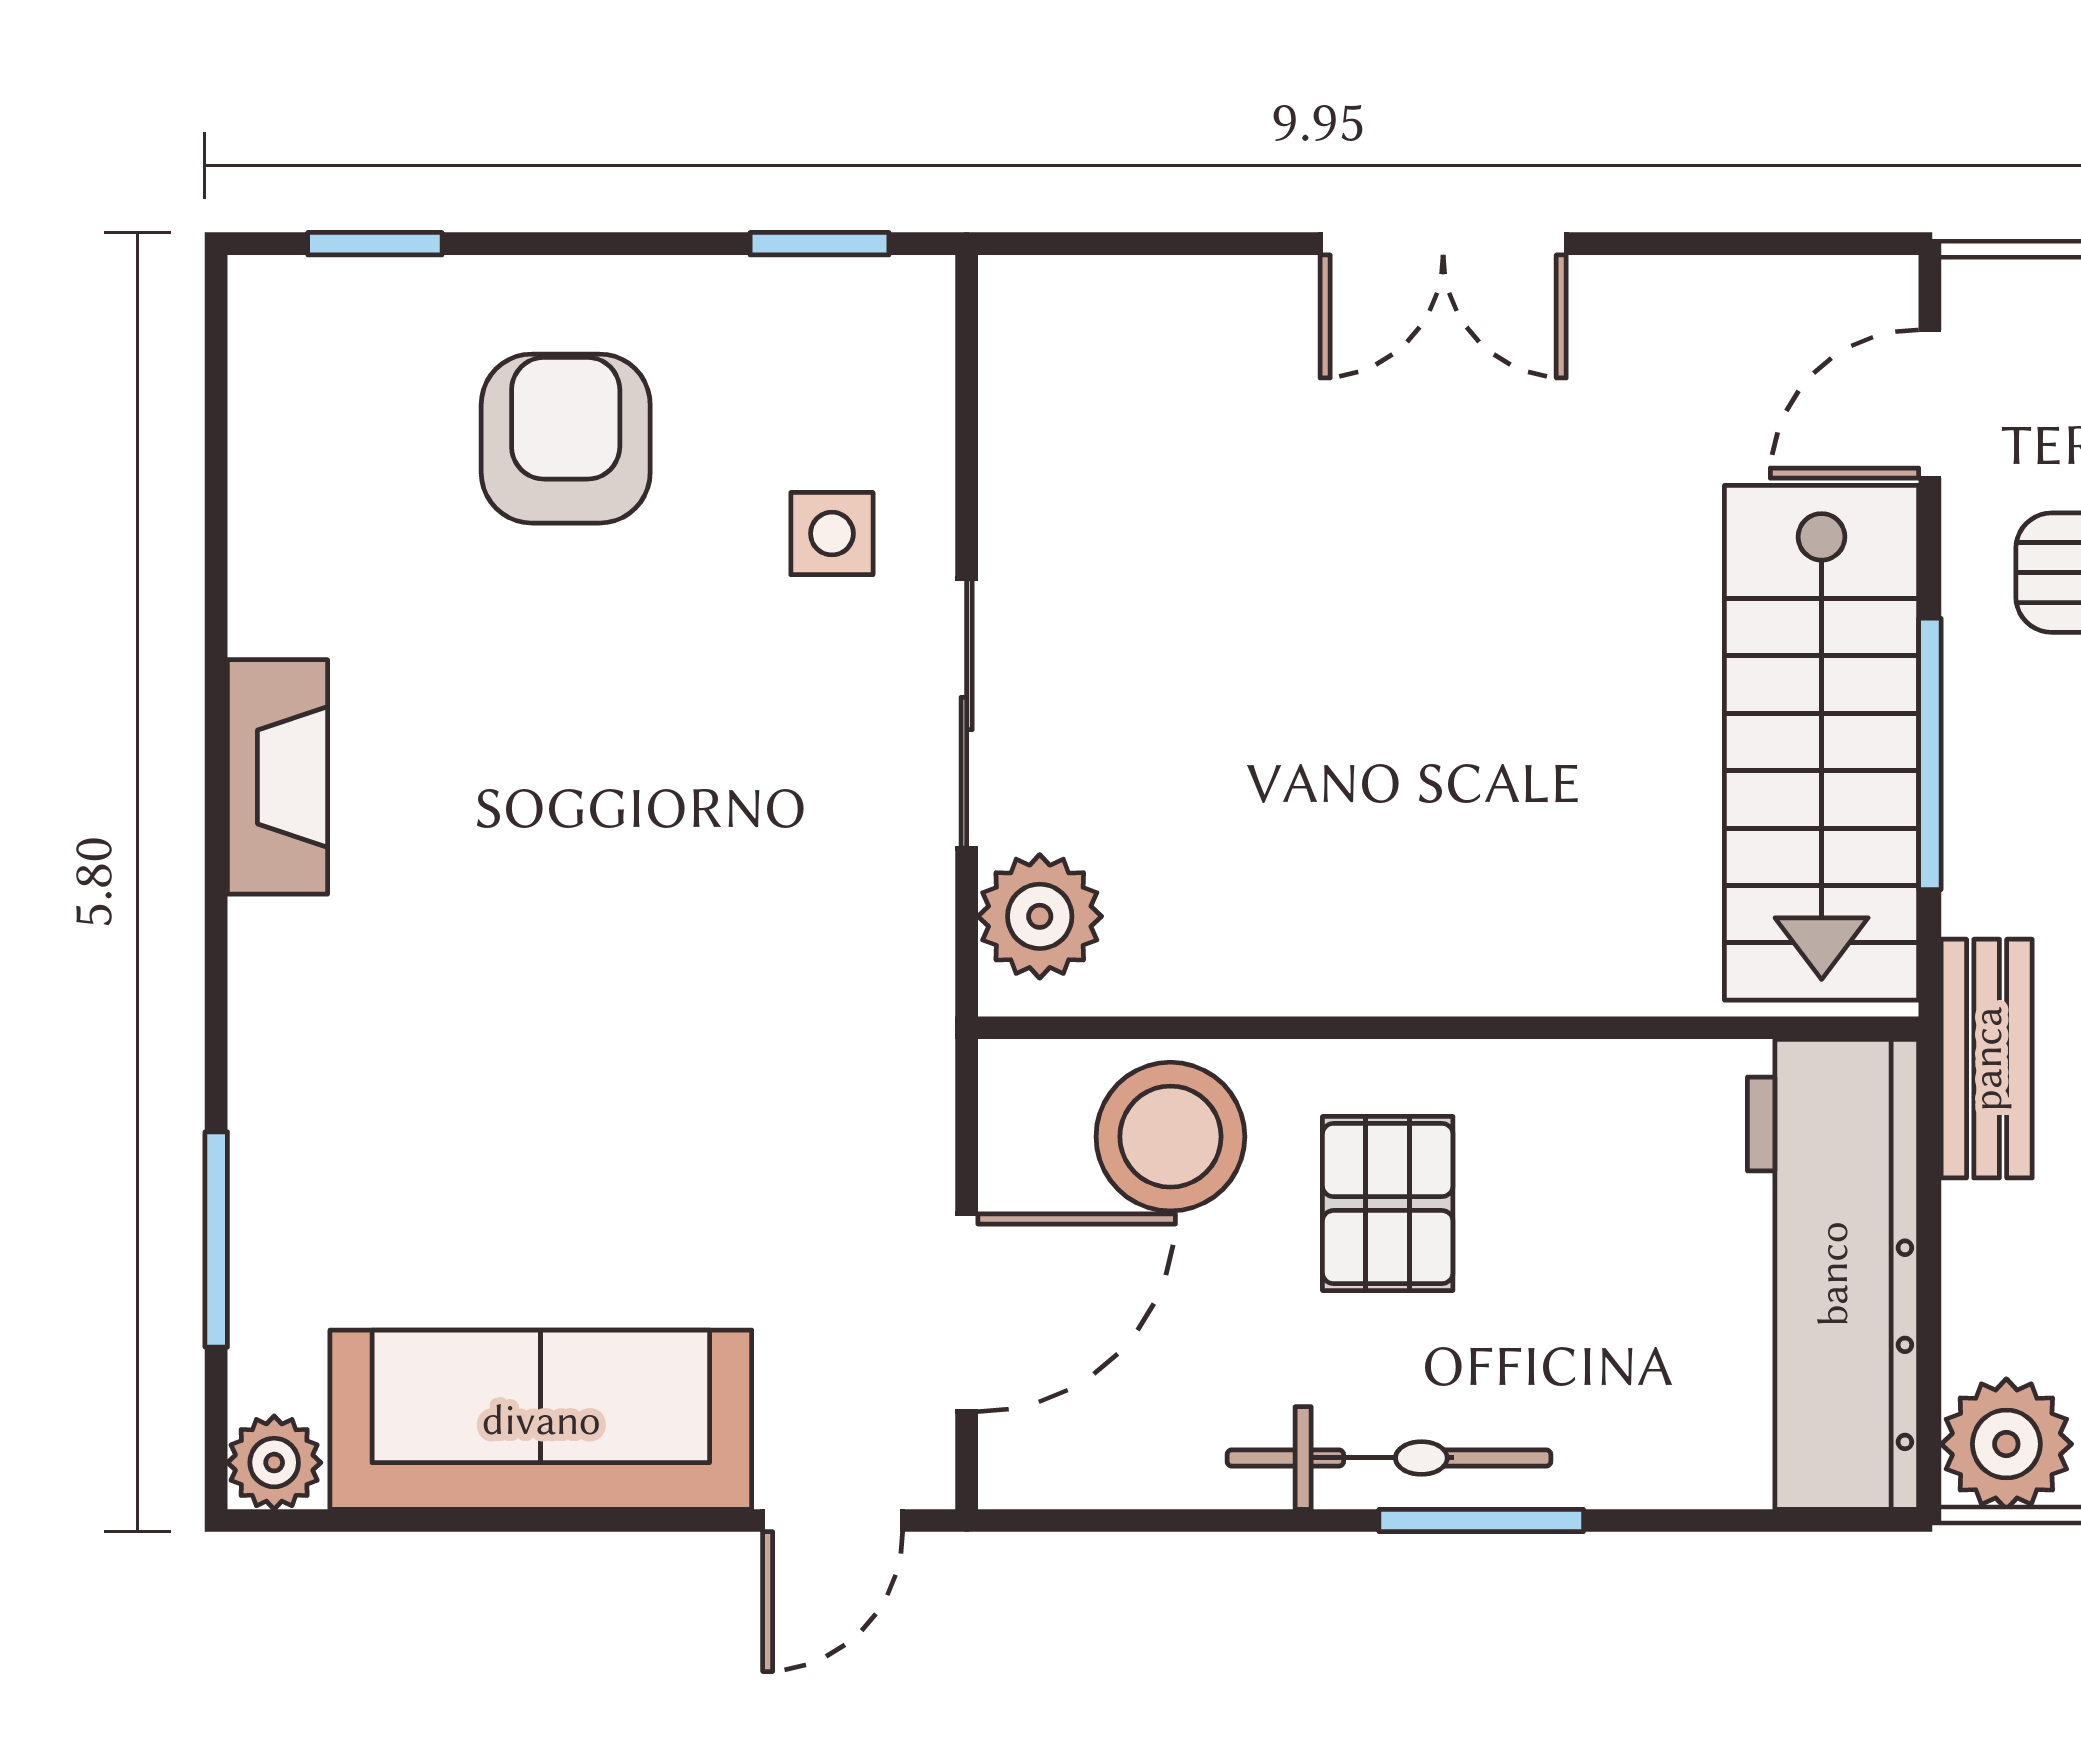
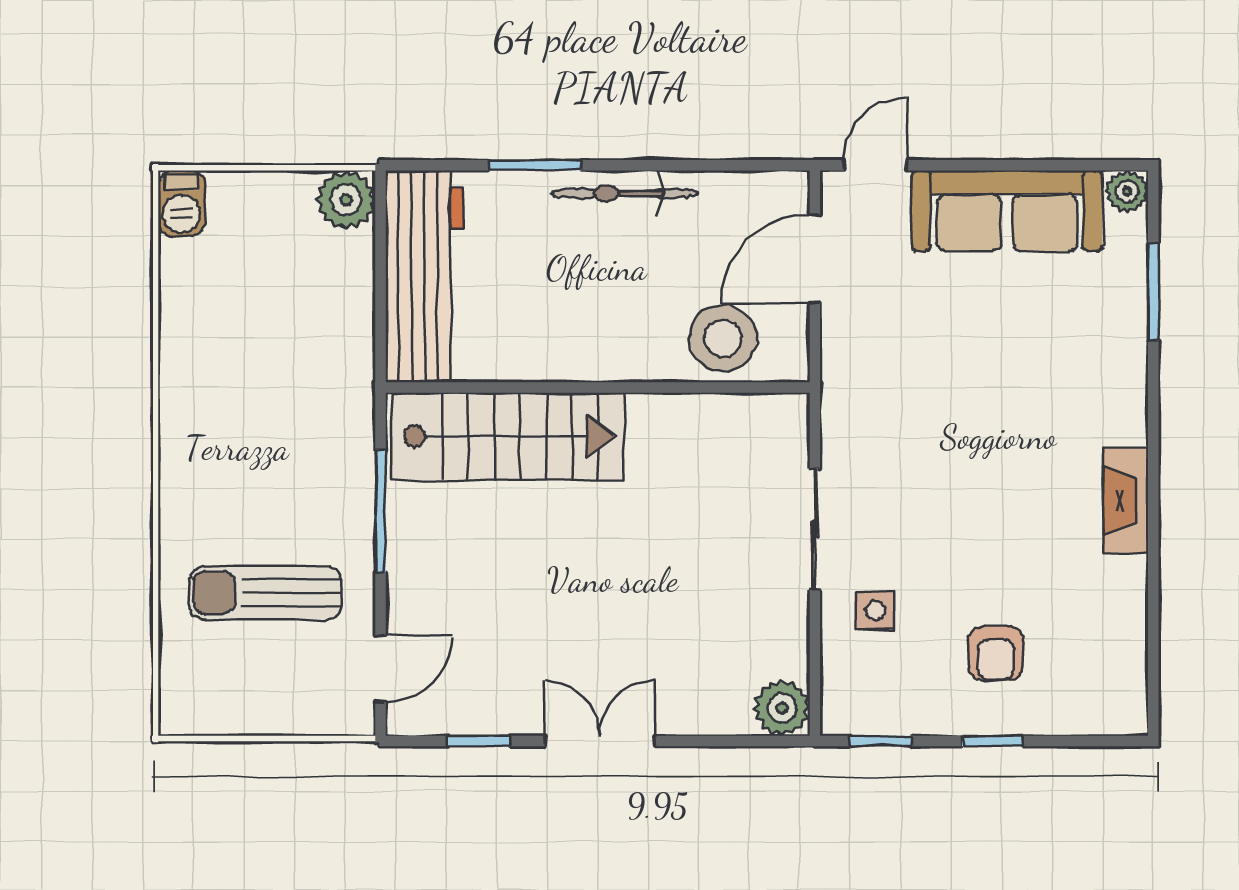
window: (375, 244) -> (992, 741), moved
window: (1713, 244) -> (478, 741), added
armchair: (566, 439) -> (996, 653), width x0.72, depth x0.72
stairs: (1822, 743) -> (508, 436), moved, turned 90
plant: (1040, 916) -> (782, 708), moved
bench: (1987, 1059) -> (355, 374), removed
pallet: (1388, 1204) -> (625, 308), removed
window: (1481, 1521) -> (535, 165), moved

